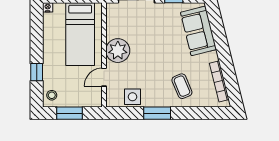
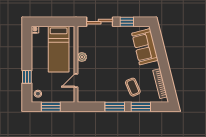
plant: (118, 51) -> (82, 57), width x0.53, depth x0.53
side table: (133, 97) -> (97, 95), removed
window: (193, 113) -> (141, 107), added

